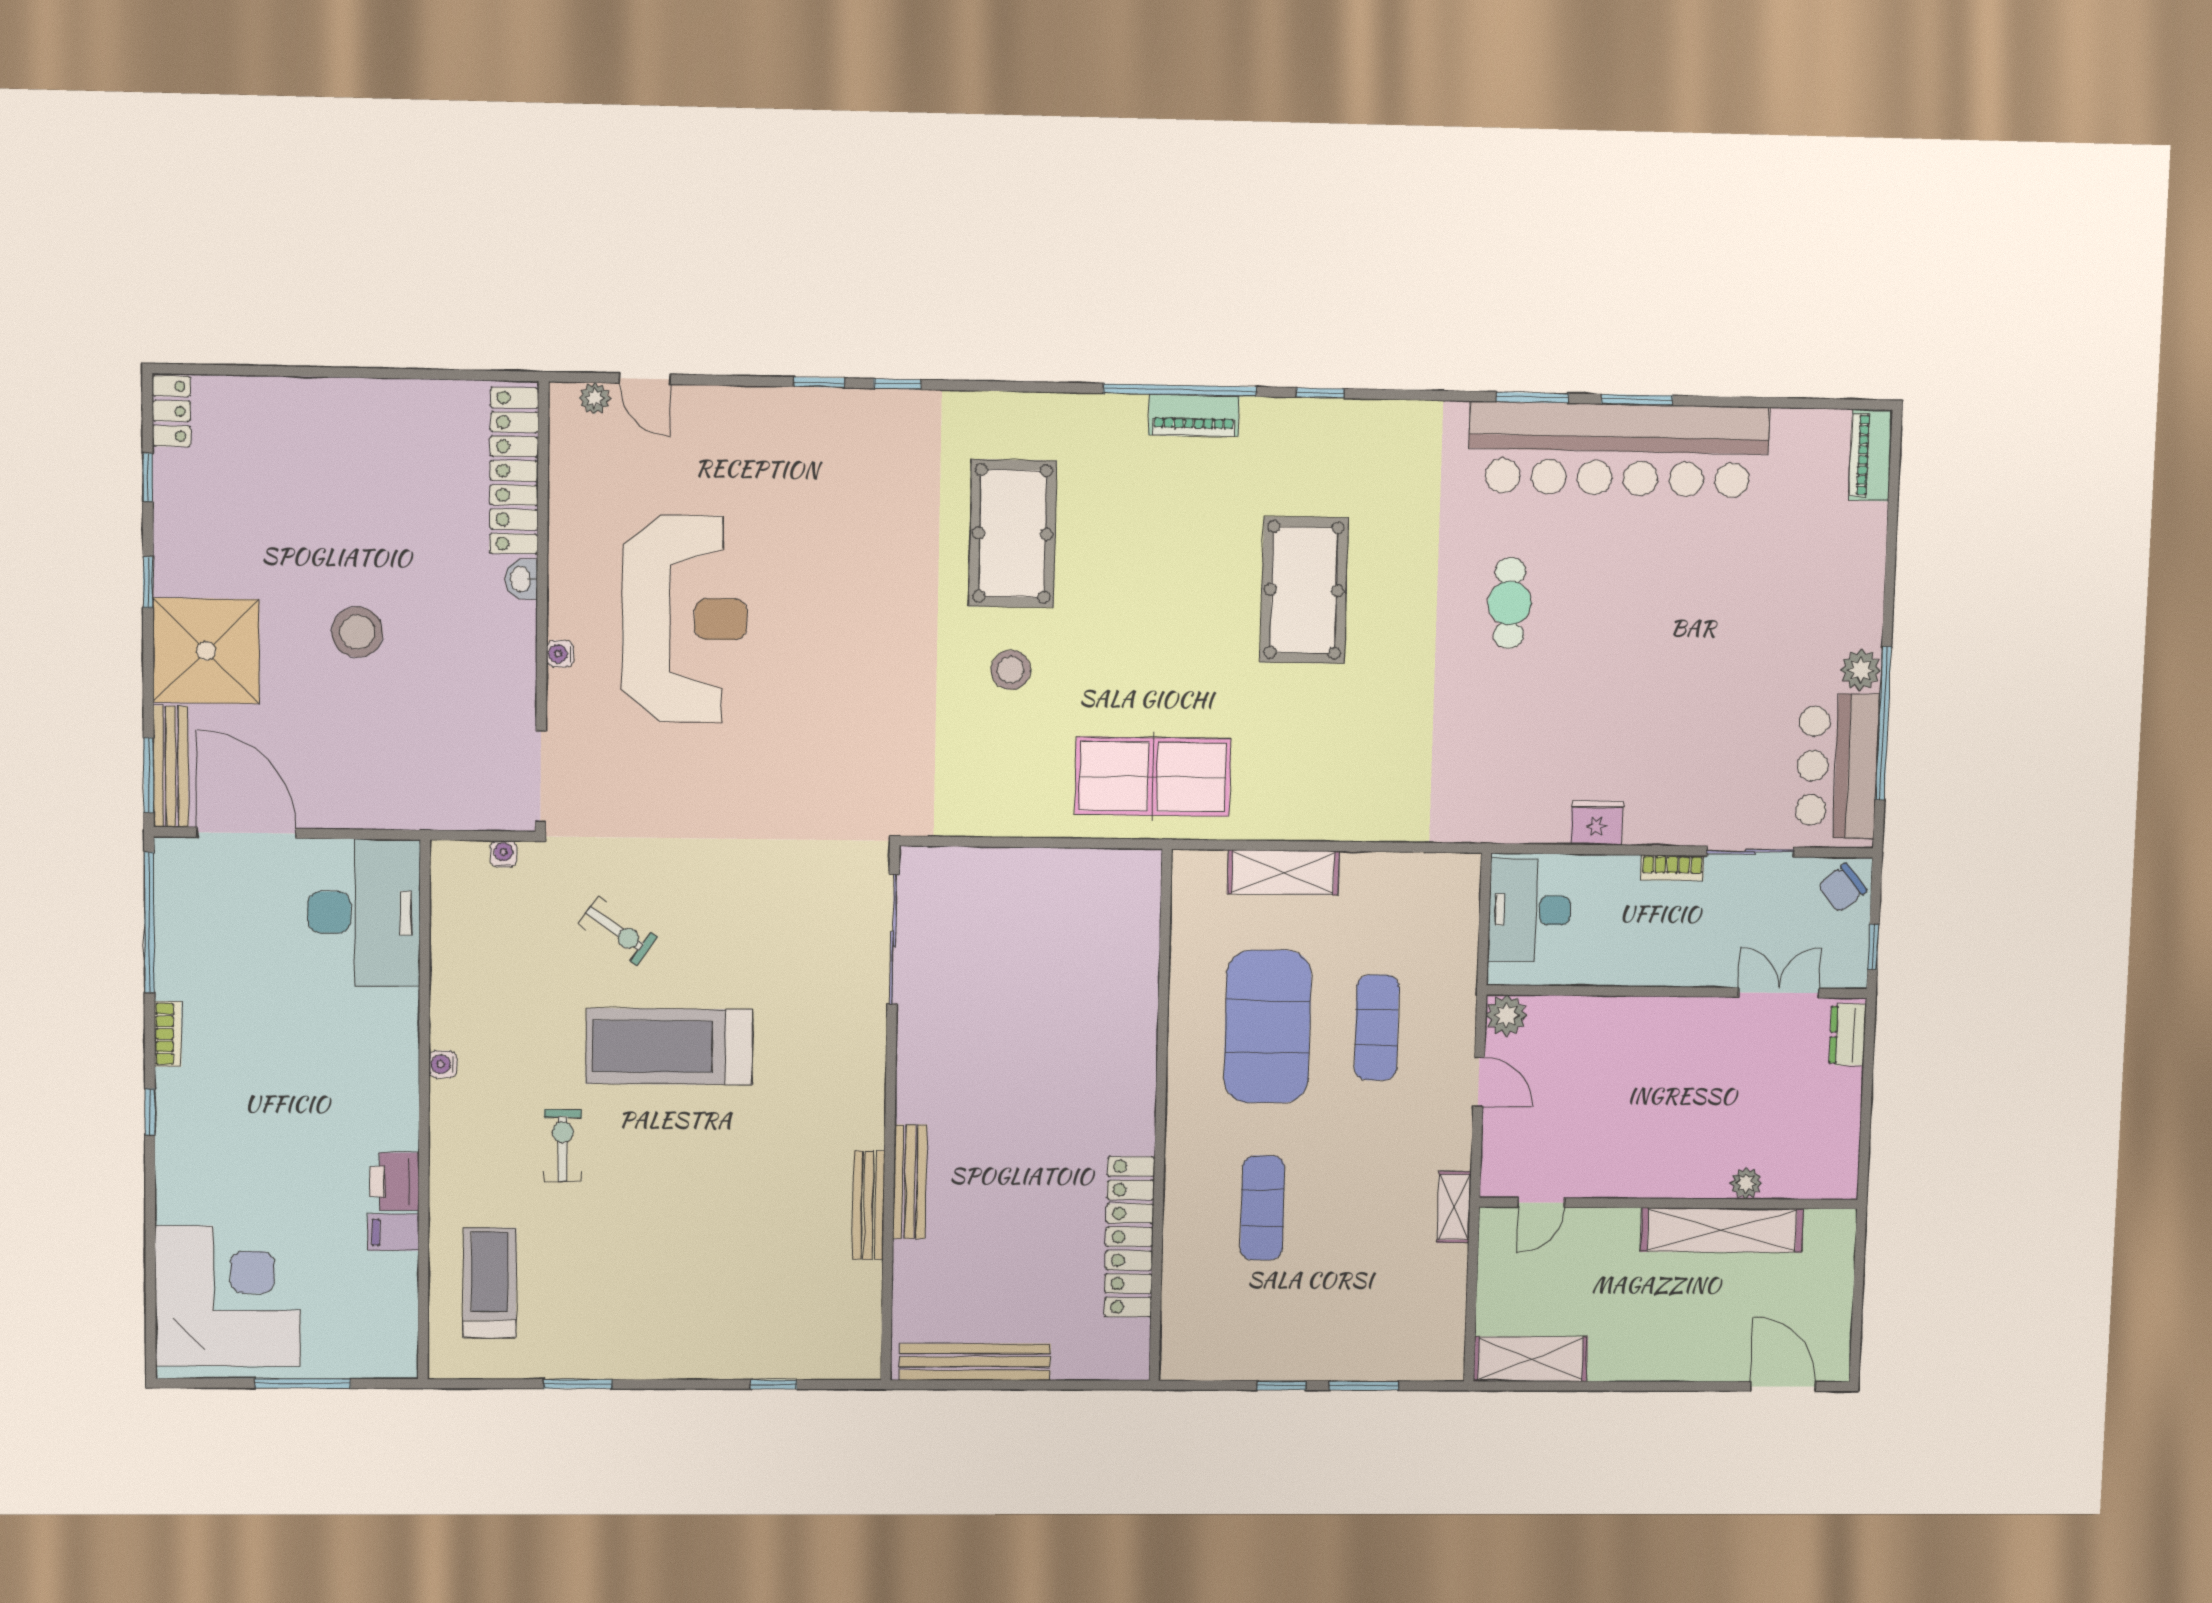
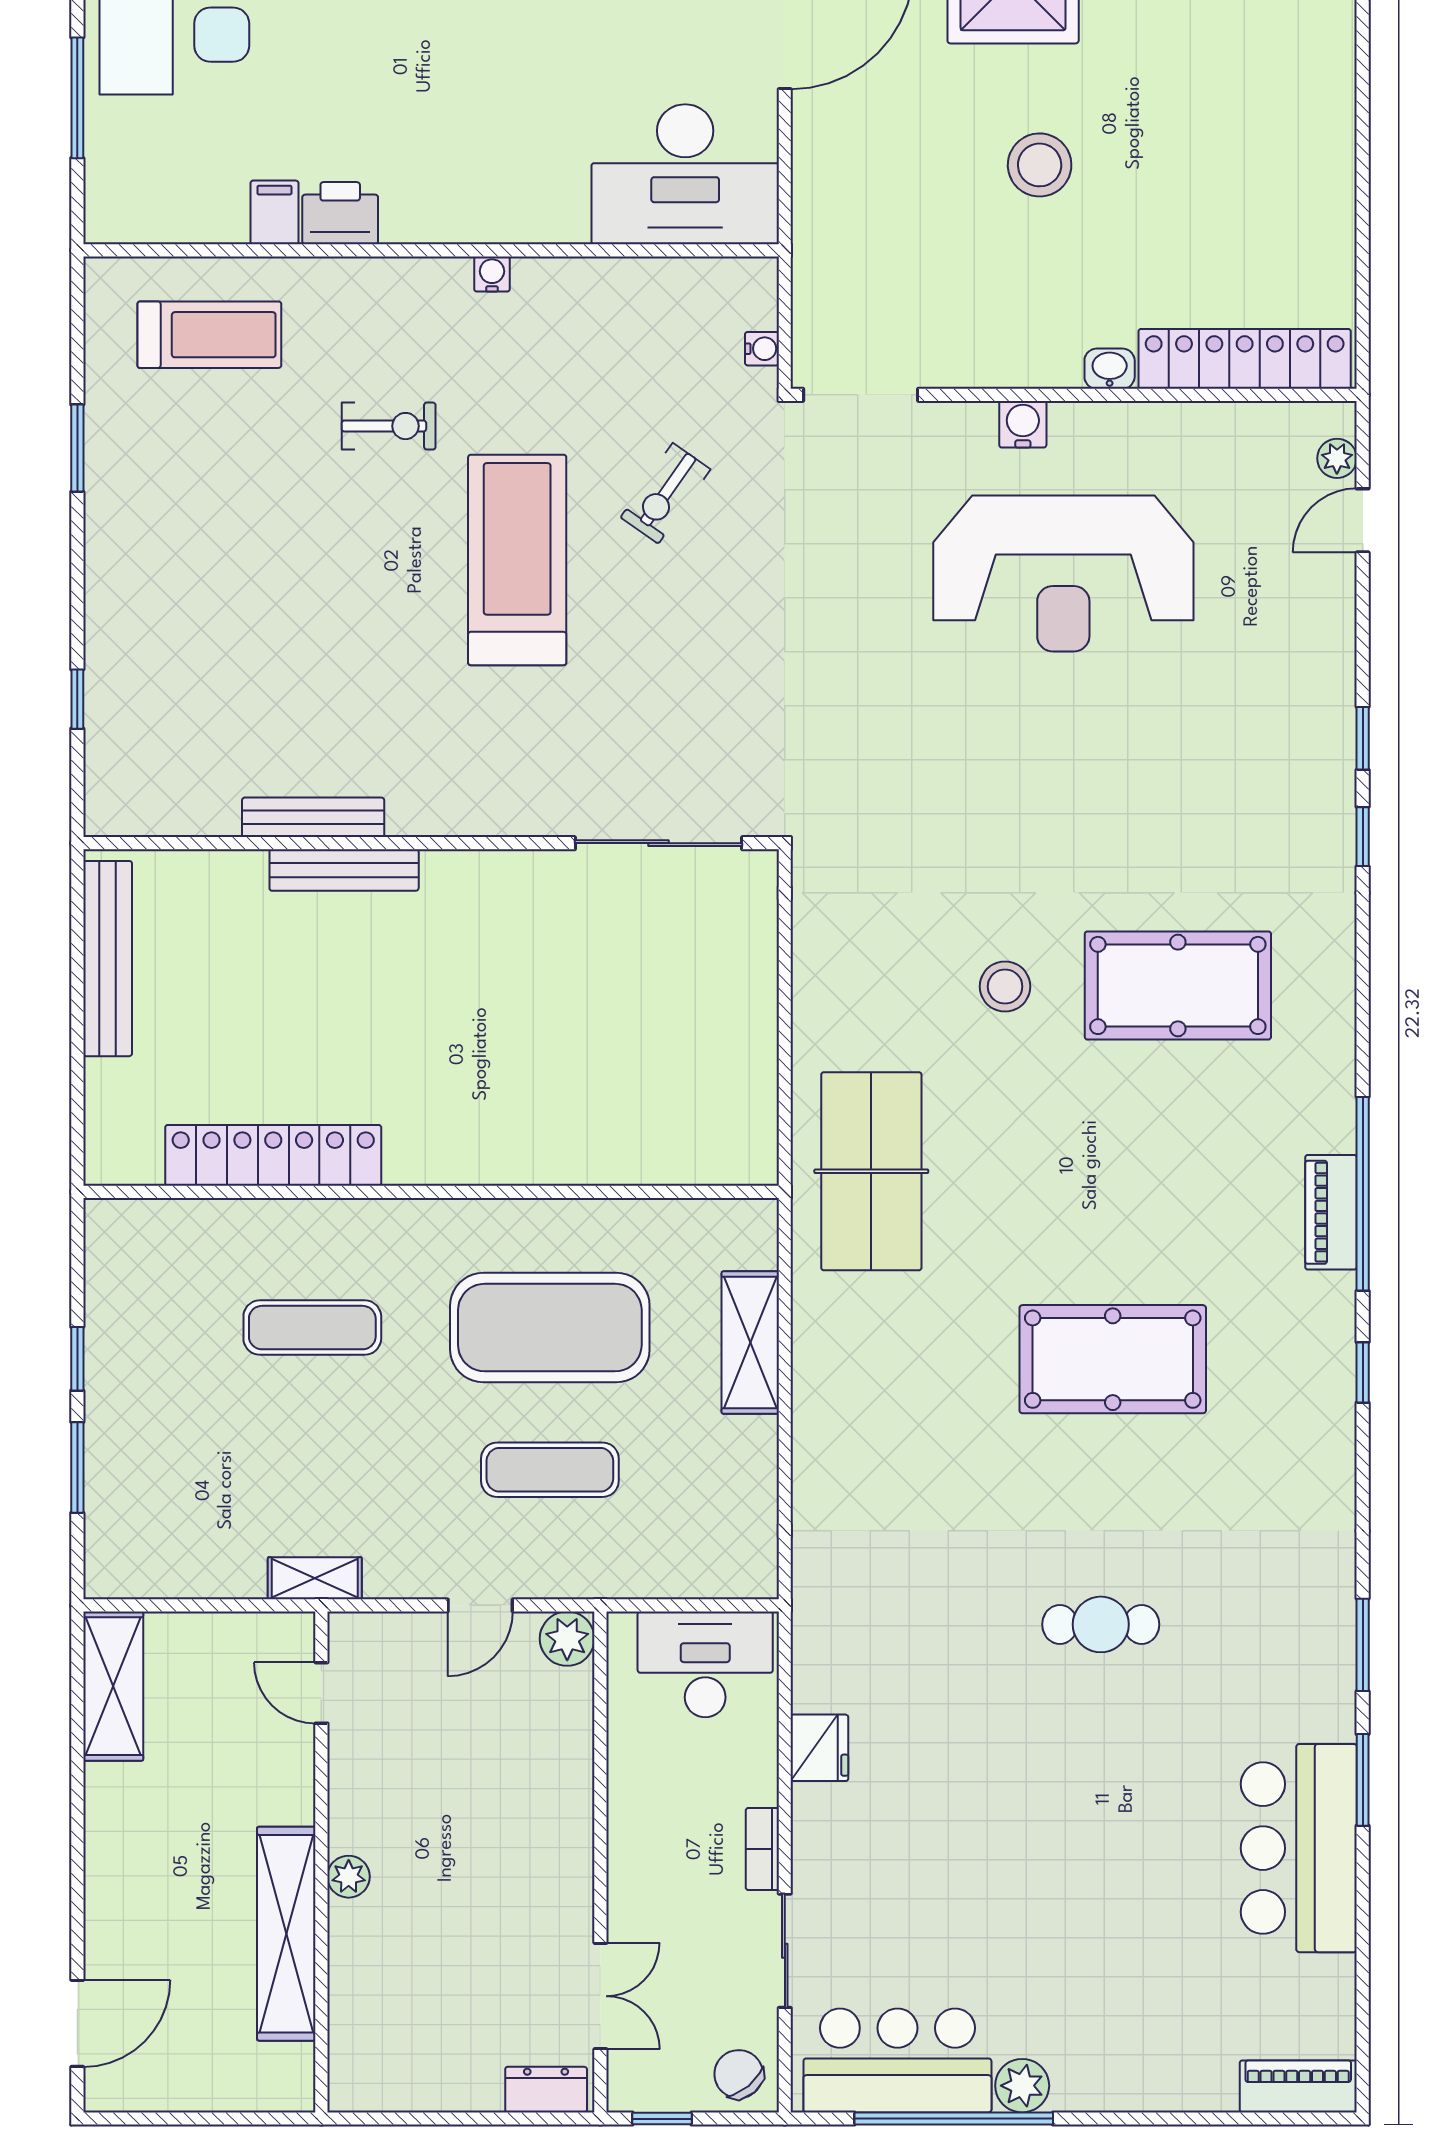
bar counter: (1619, 450) -> (1299, 1848), width x0.54
water cooler: (560, 654) -> (1023, 424), width x1.38, depth x1.38
plant: (1746, 1183) -> (349, 1877), moved

